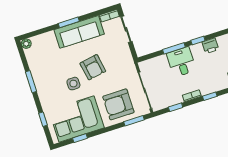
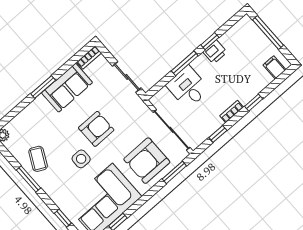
sliding door: (126, 29) -> (127, 77), moved
sofa: (79, 32) -> (67, 88), width x0.73
printer: (210, 46) -> (215, 52), moved
desk: (181, 62) -> (188, 87), moved
armchair: (93, 67) -> (96, 129), turned -80
coffee table: (44, 71) -> (38, 159), added

